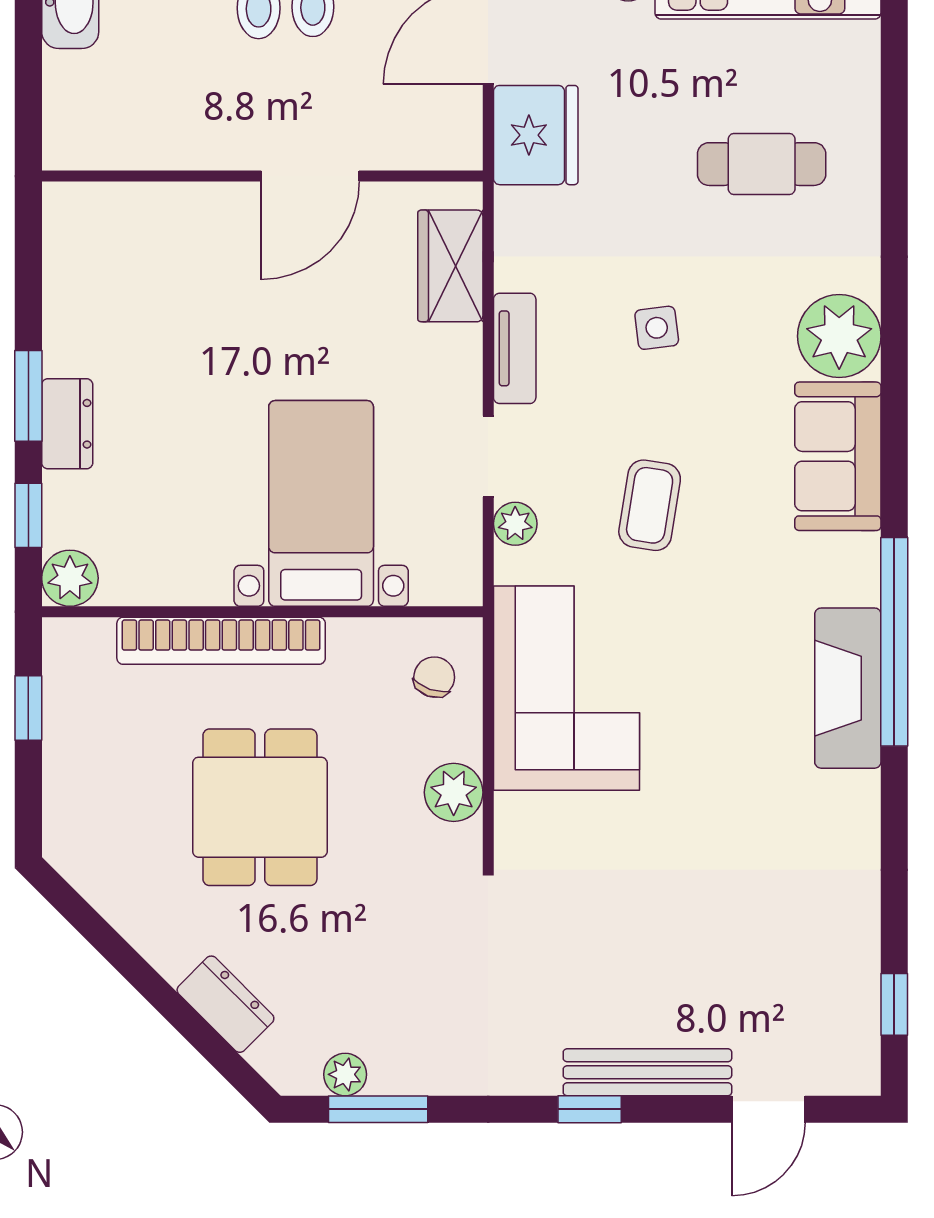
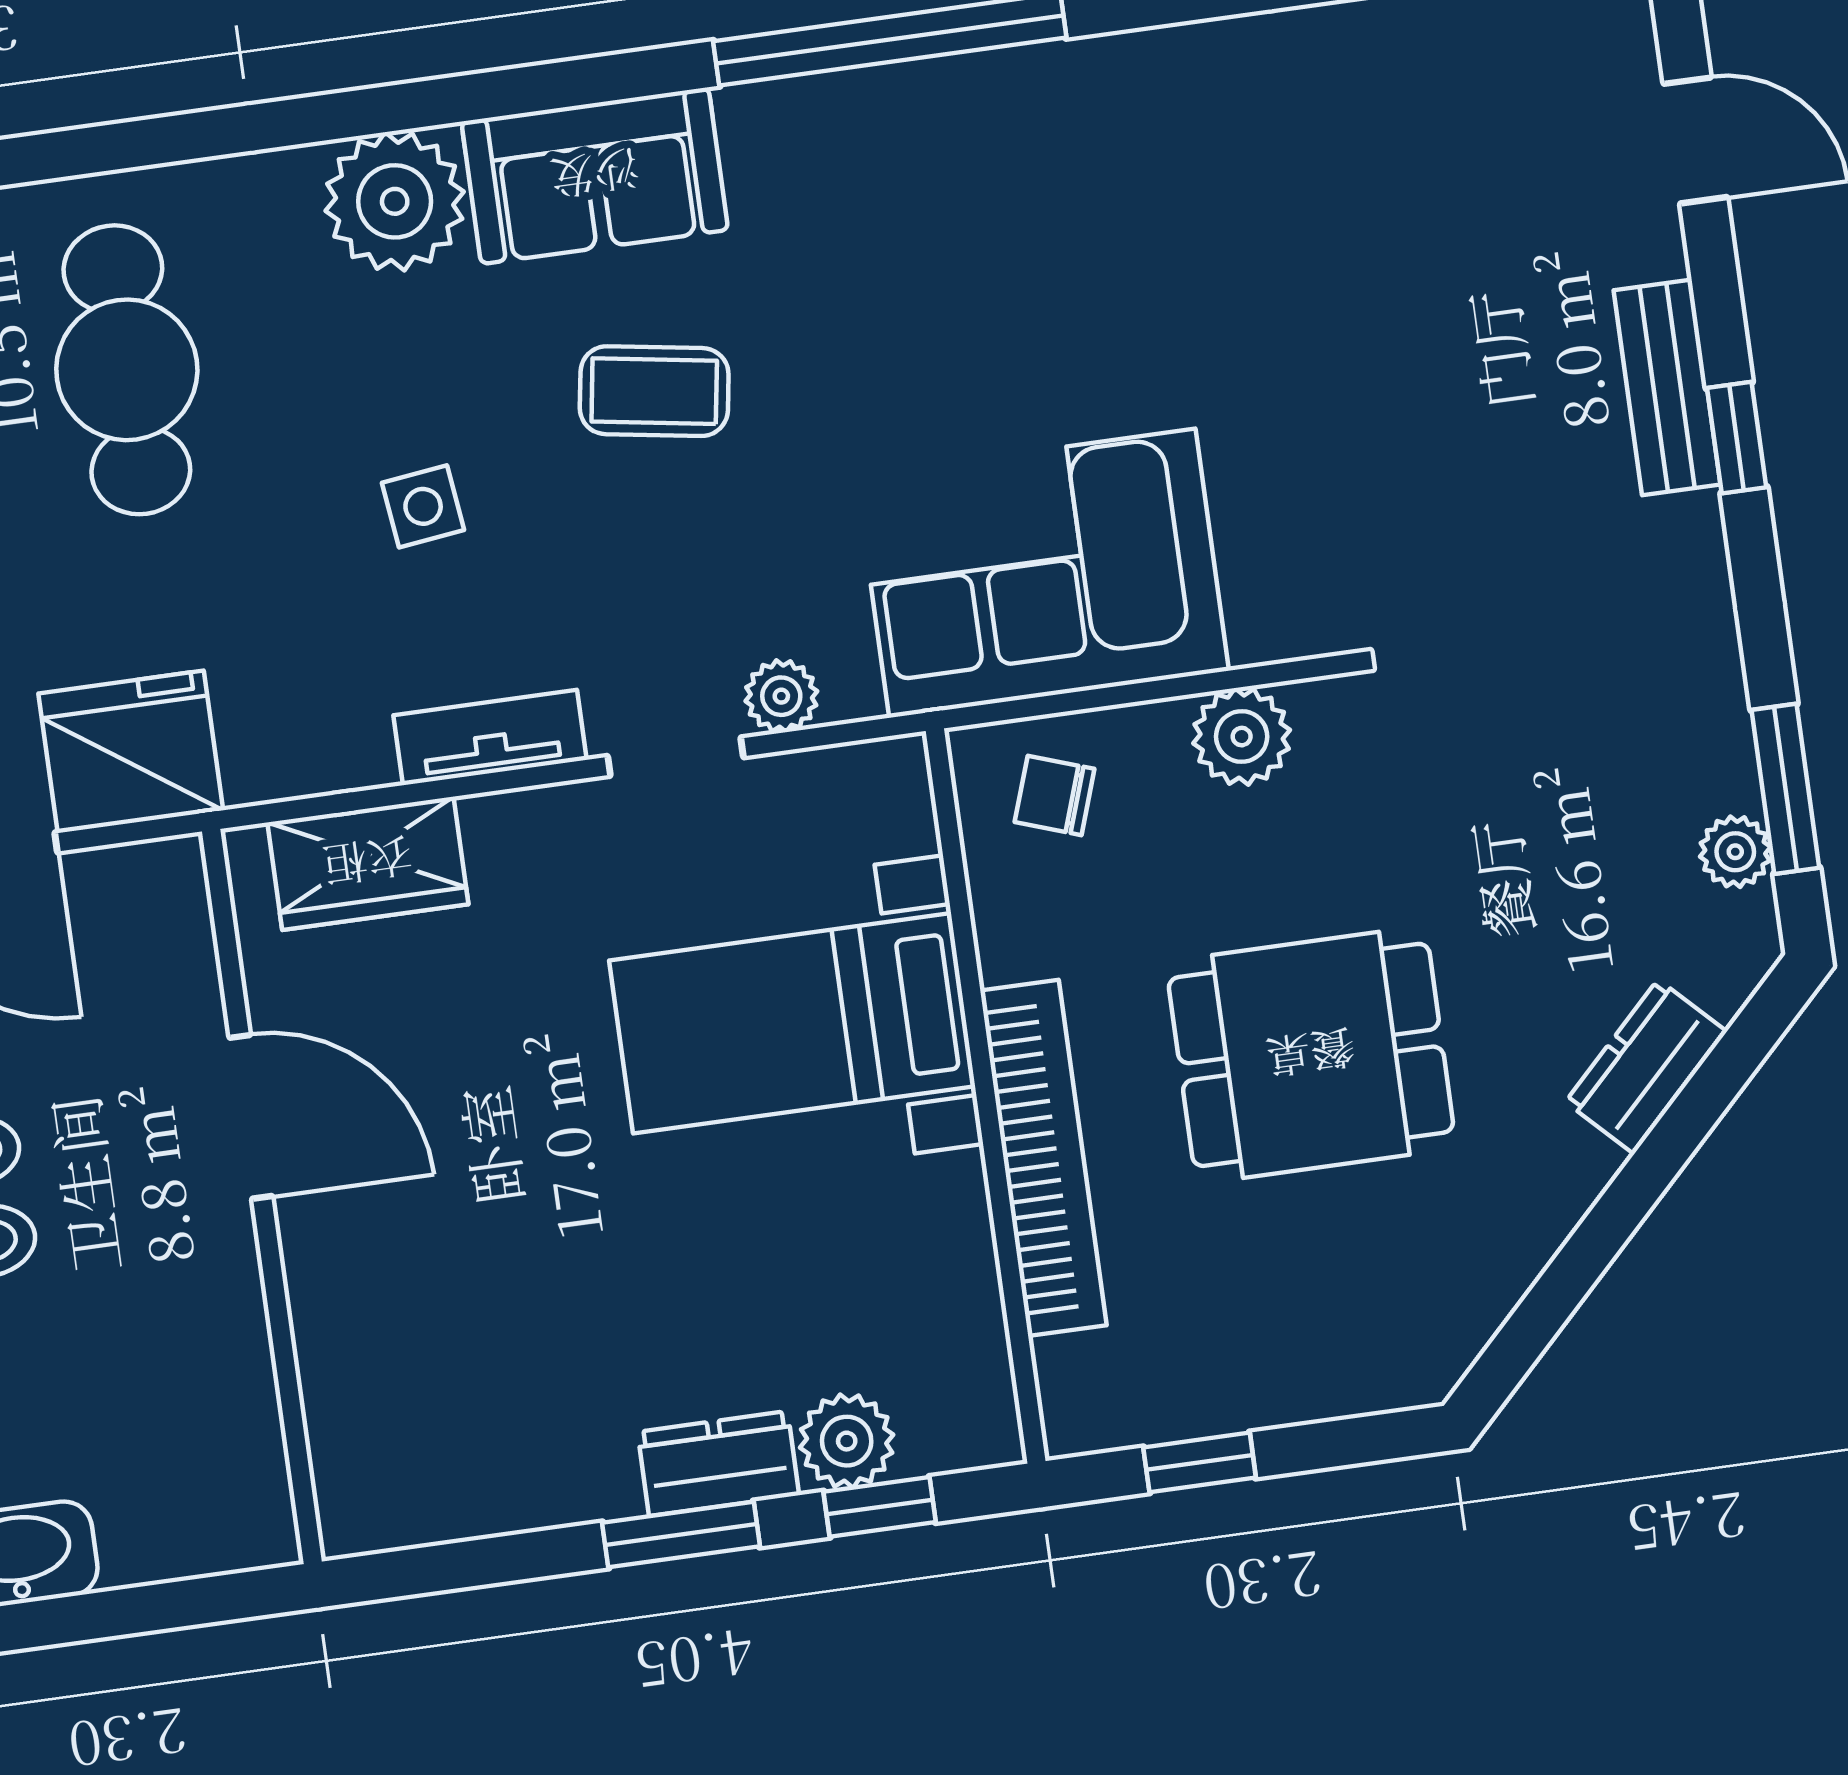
cafe table: (762, 164) -> (127, 370), width x1.37, depth x1.35
coffee table: (650, 505) -> (654, 391), moved
plant: (70, 578) -> (847, 1441), moved
fireplace: (848, 688) -> (978, 106), removed
bench: (647, 1072) -> (1667, 387), width x0.73

